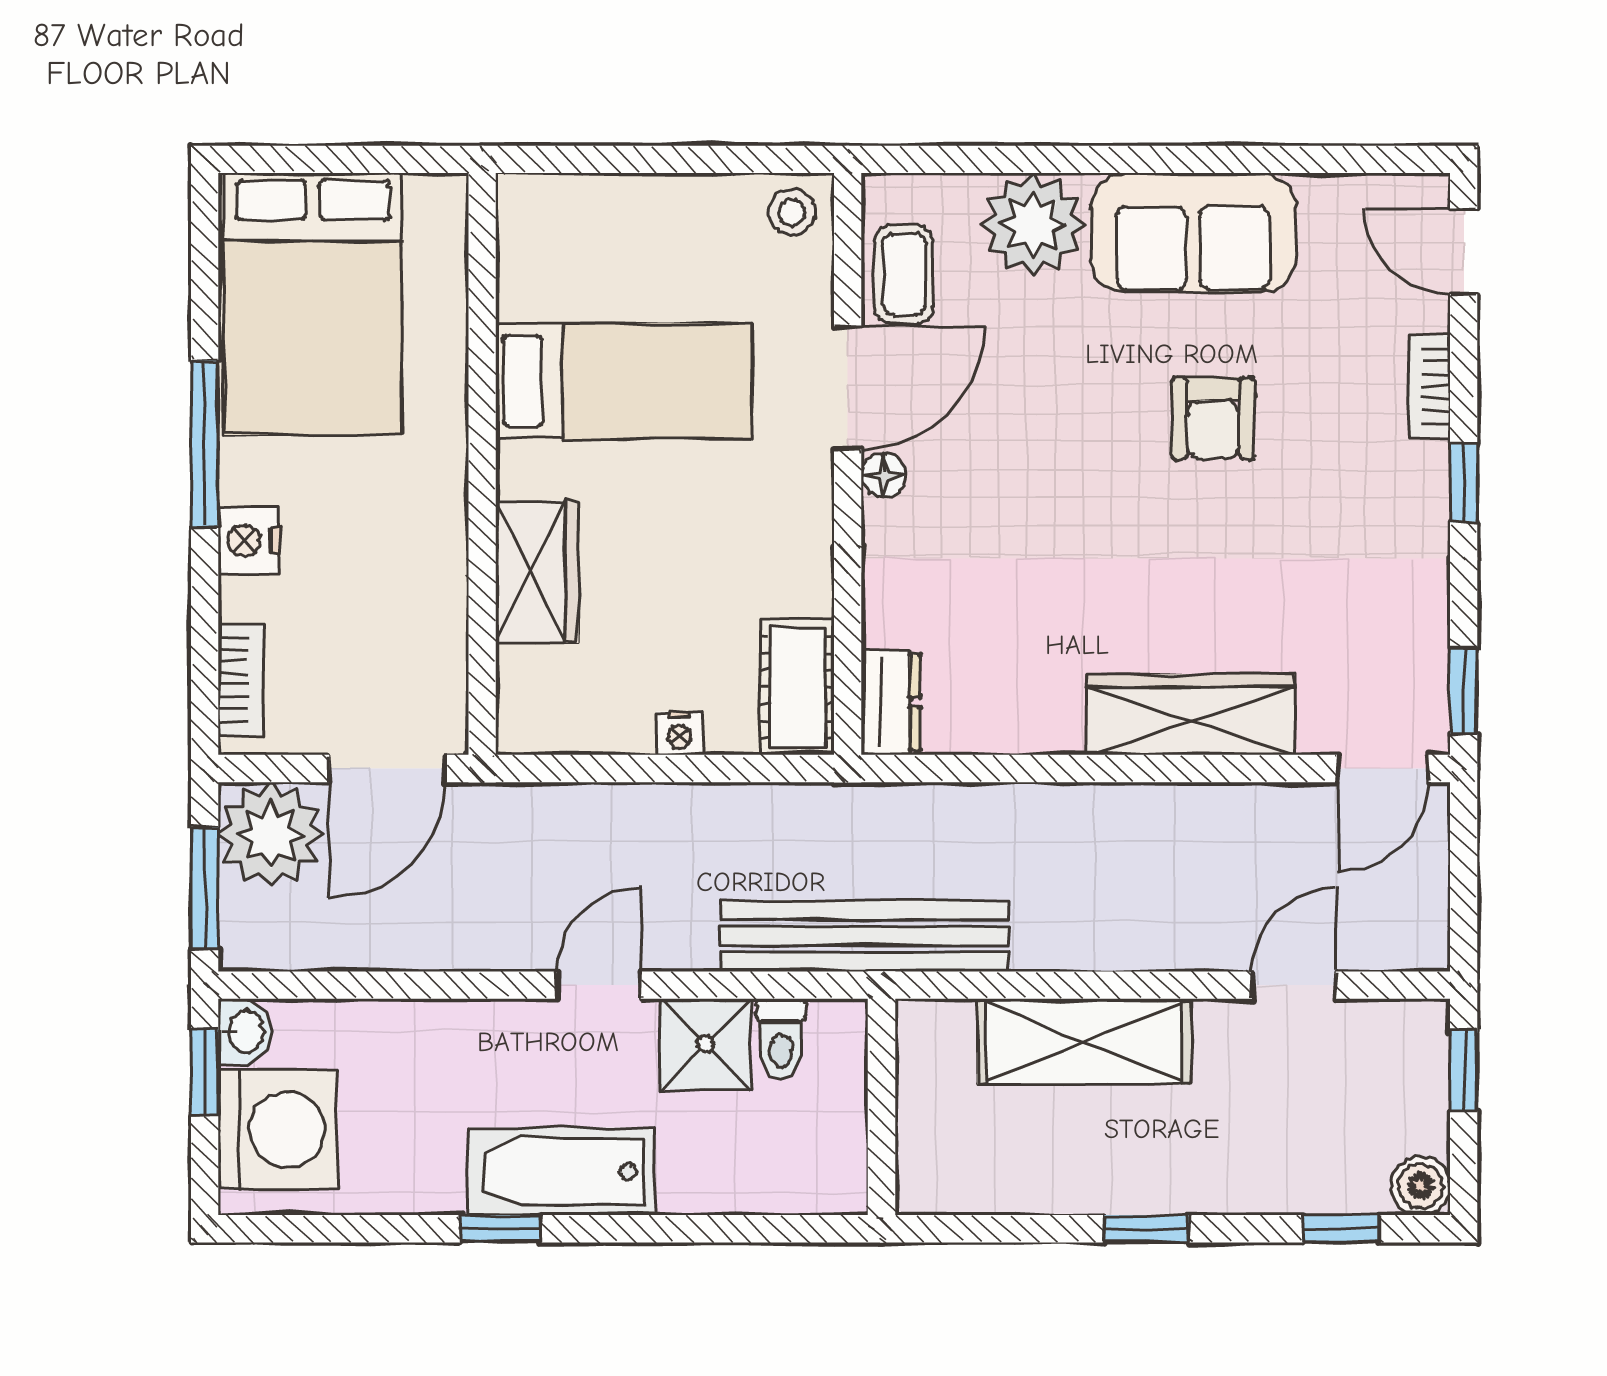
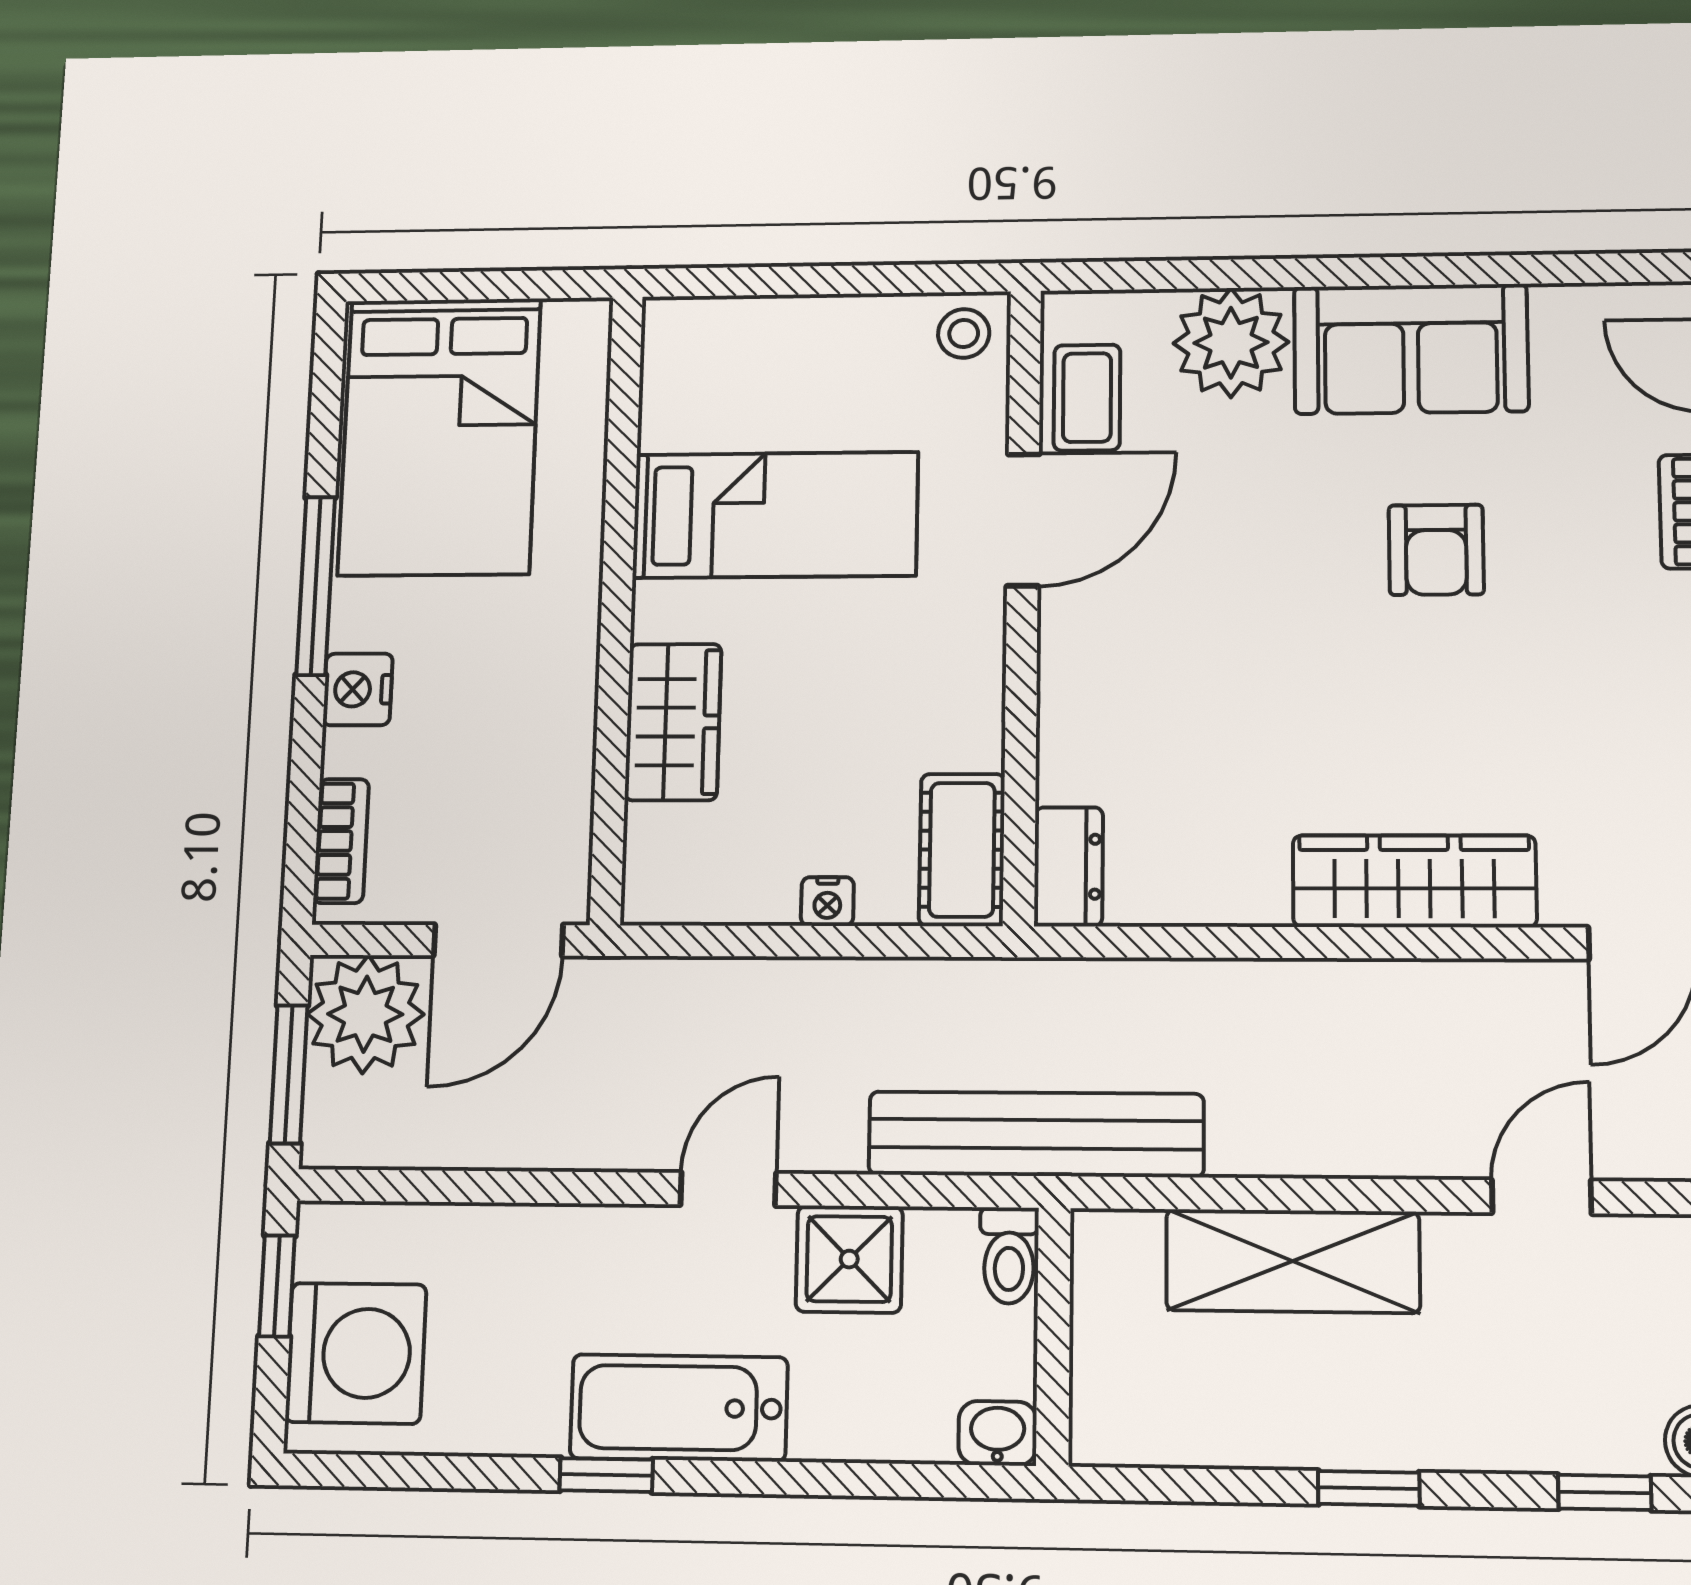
floor lamp: (884, 476) -> (1062, 615), removed
washbasin: (245, 1032) -> (998, 1433), moved, turned -90
toilet: (781, 1039) -> (1009, 1255), moved

